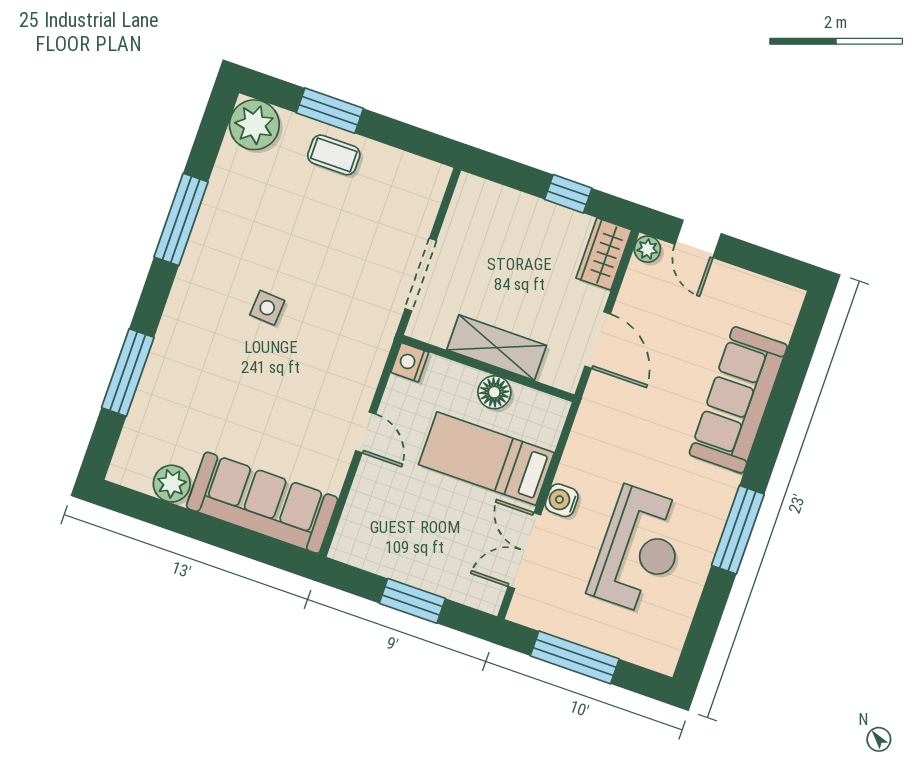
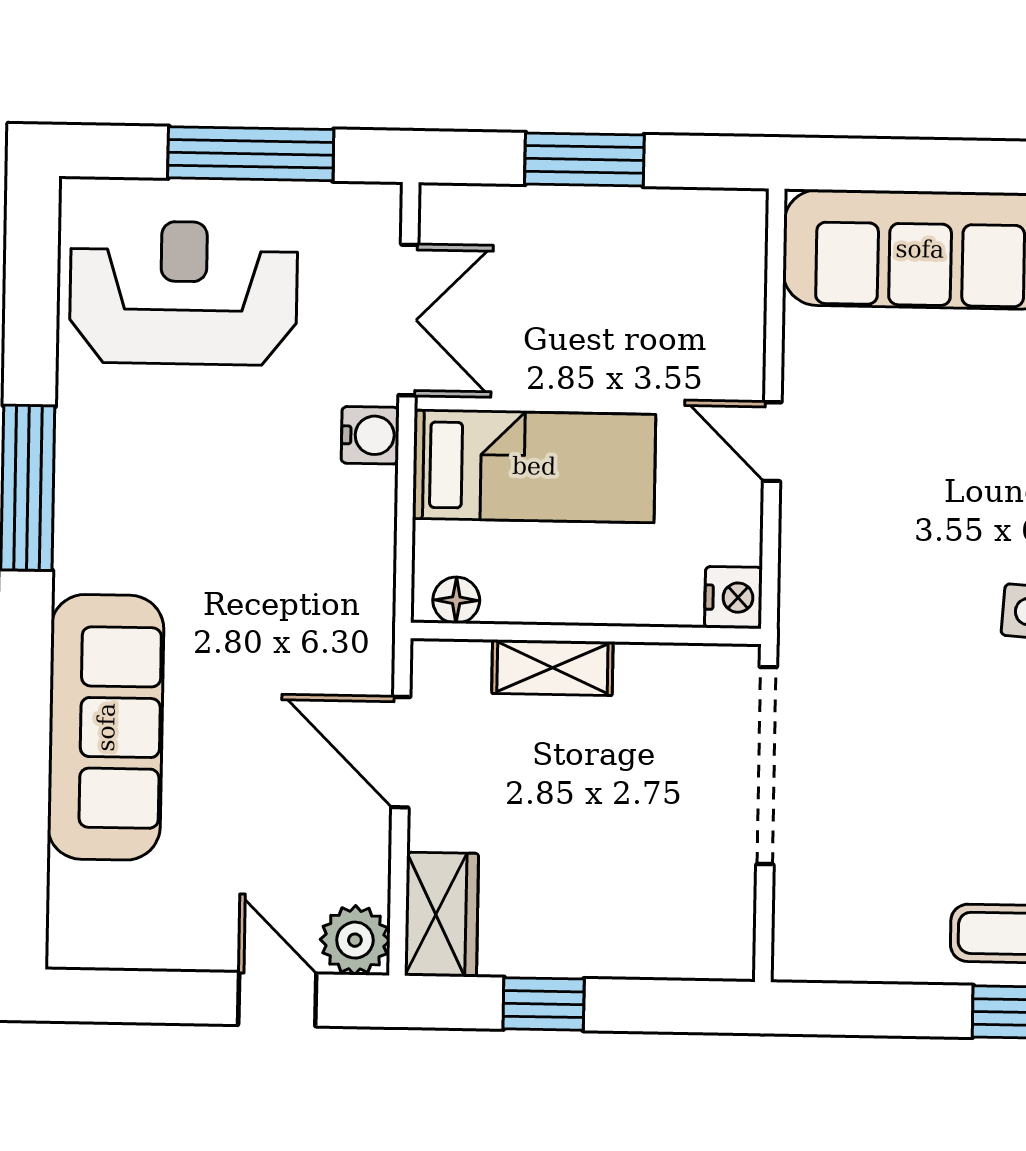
plant: (647, 249) -> (355, 940), width x1.38, depth x1.38
doorway: (421, 275) -> (767, 766), width x1.36
shelving: (497, 348) -> (552, 668), width x0.67, depth x0.75
floor lamp: (494, 392) -> (456, 600), moved, width x0.73, depth x0.73
reception desk: (639, 550) -> (183, 293), moved, turned 90

